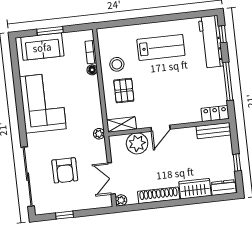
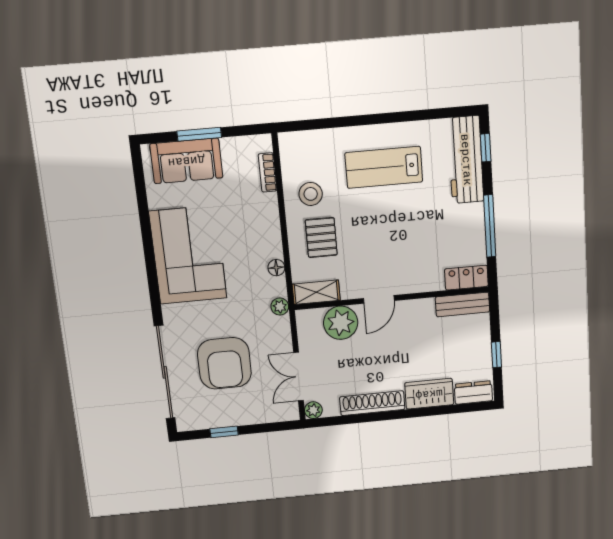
lab bench: (161, 47) -> (384, 167), turned 180
floor lamp: (92, 70) -> (276, 268), moved
armchair: (65, 170) -> (224, 363), width x1.36, depth x1.36

